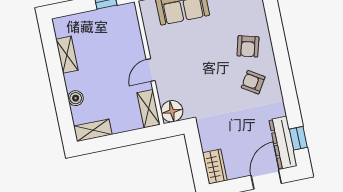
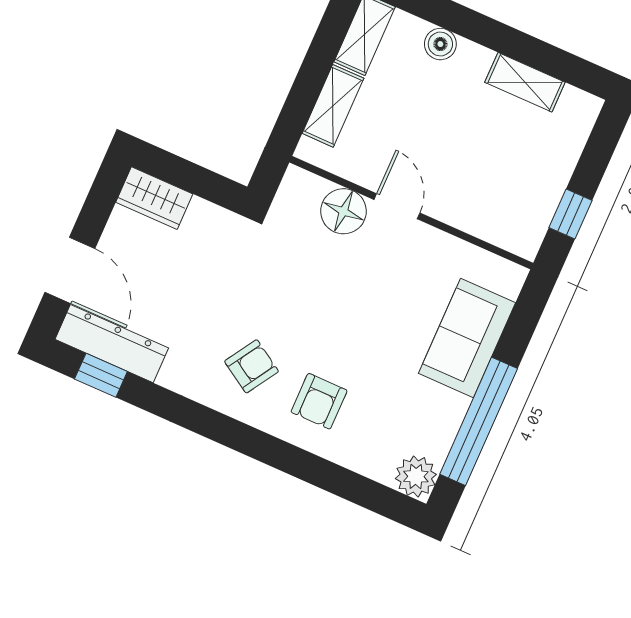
armchair: (248, 46) -> (319, 401), turned -105
shelving: (149, 109) -> (333, 106), moved, turned 90
floor lamp: (172, 111) -> (343, 211), moved

